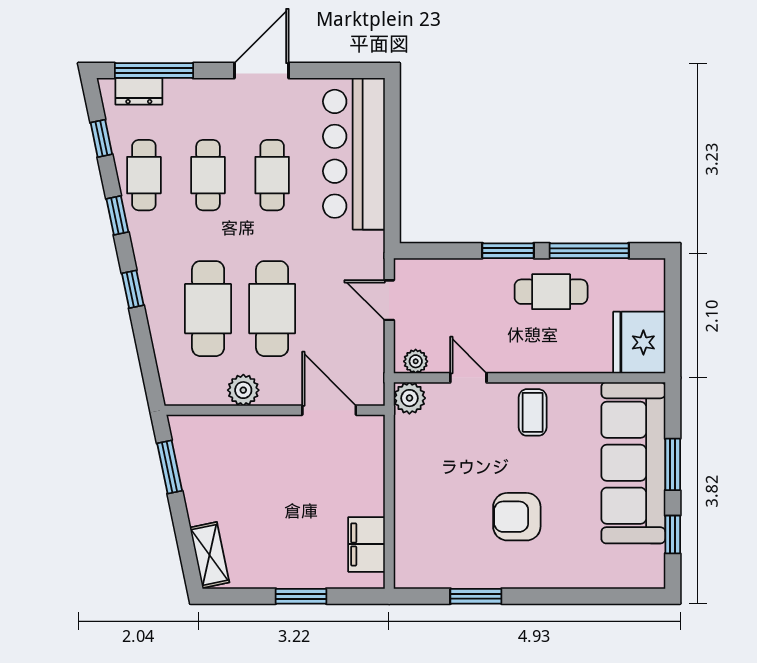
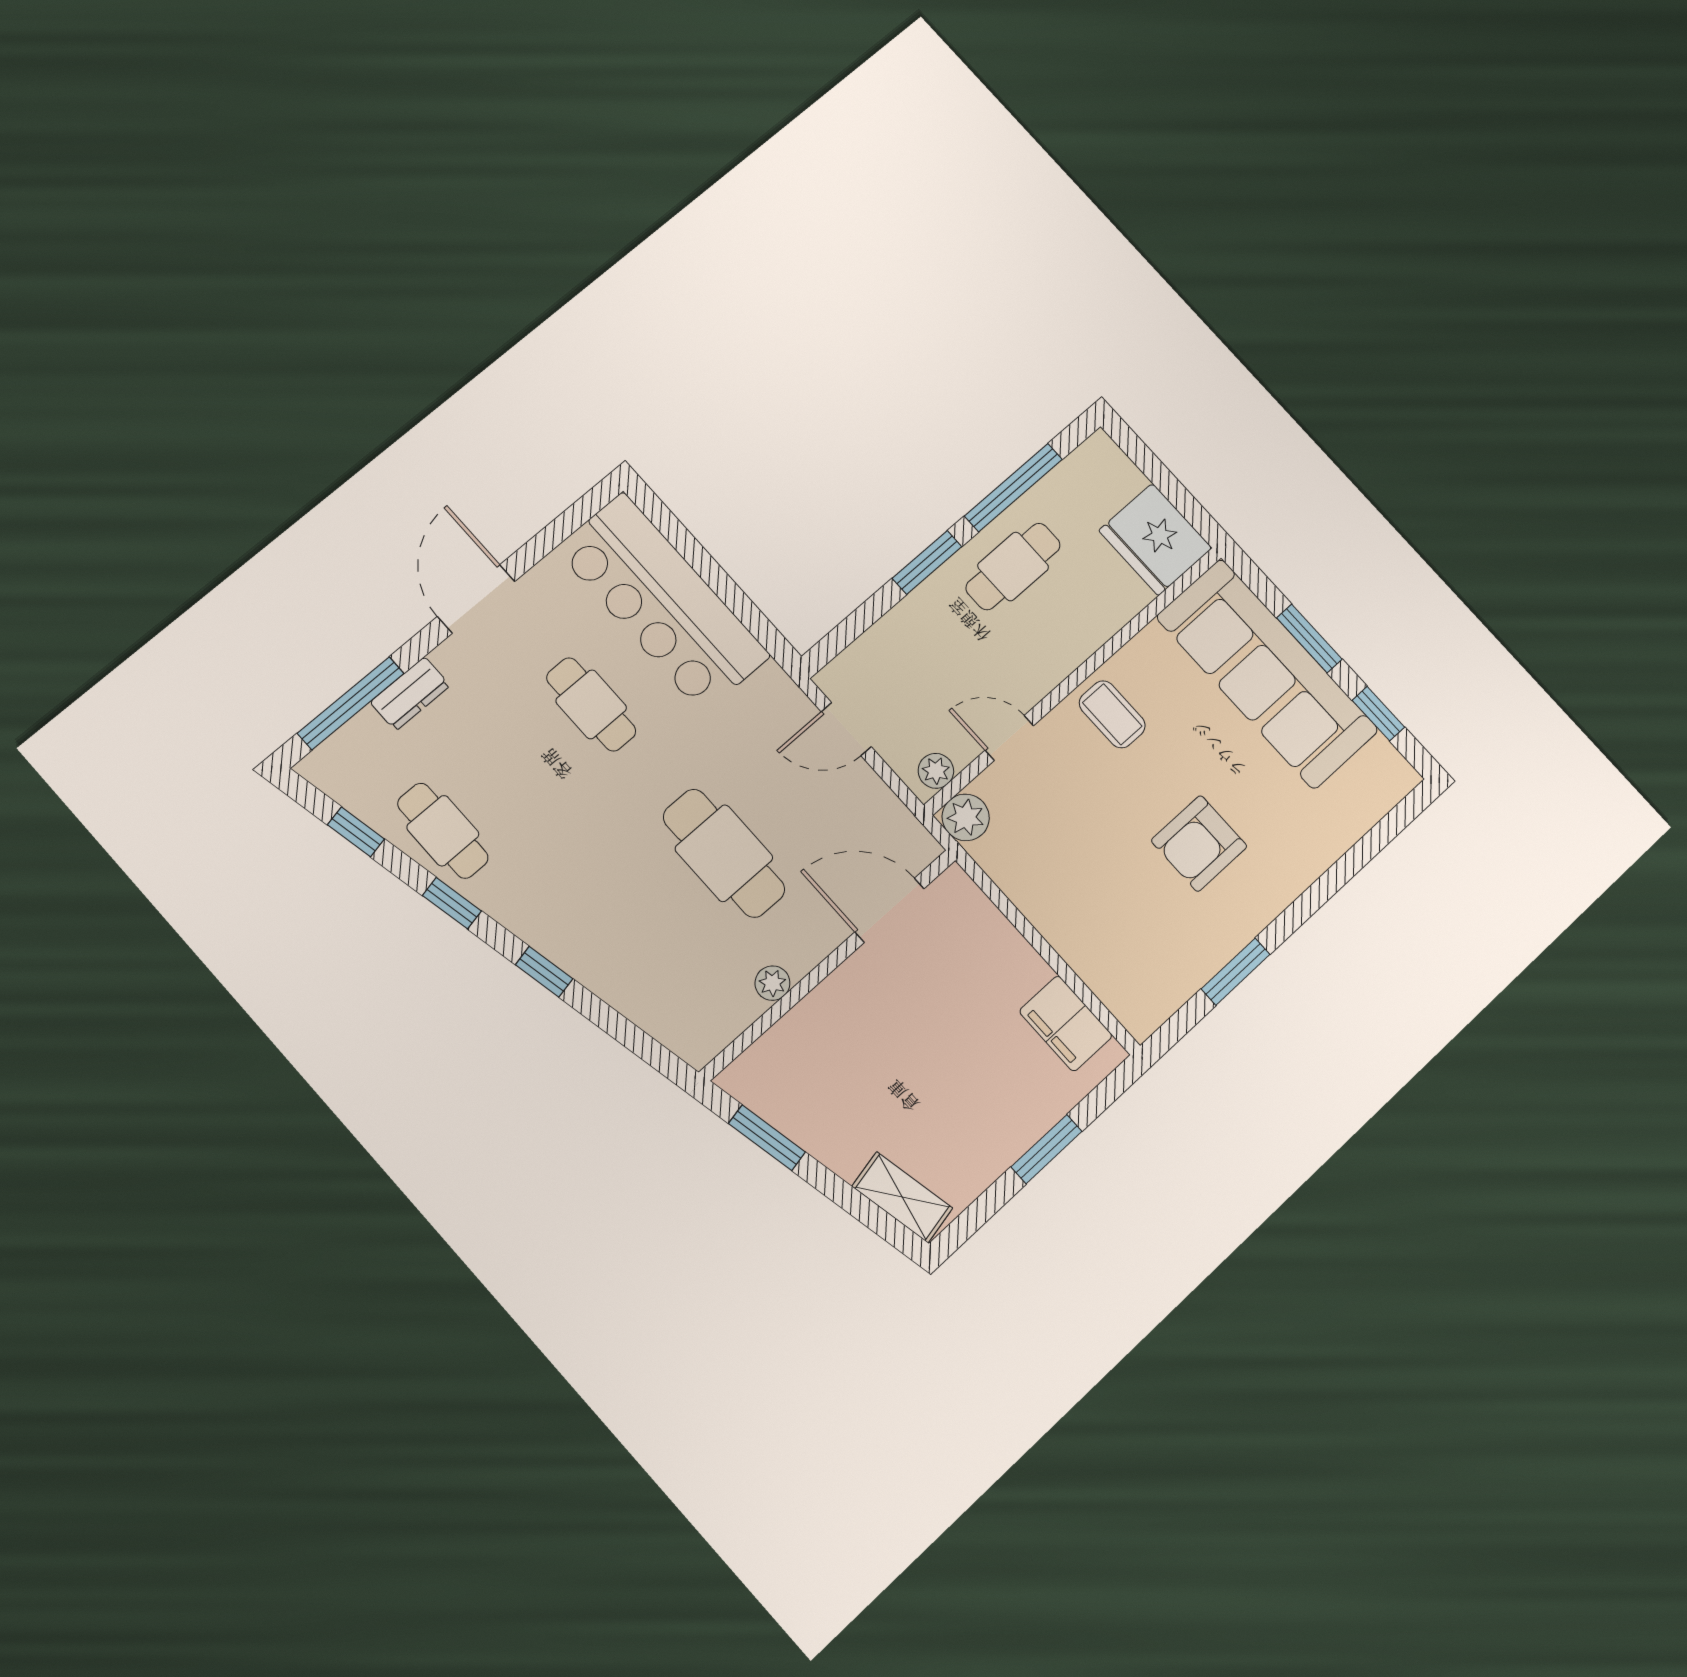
dresser: (139, 91) -> (410, 694), moved
cafe table: (208, 175) -> (518, 767), removed
cafe table: (208, 309) -> (651, 917), removed
plant: (243, 390) -> (772, 983), width x0.73, depth x0.73

